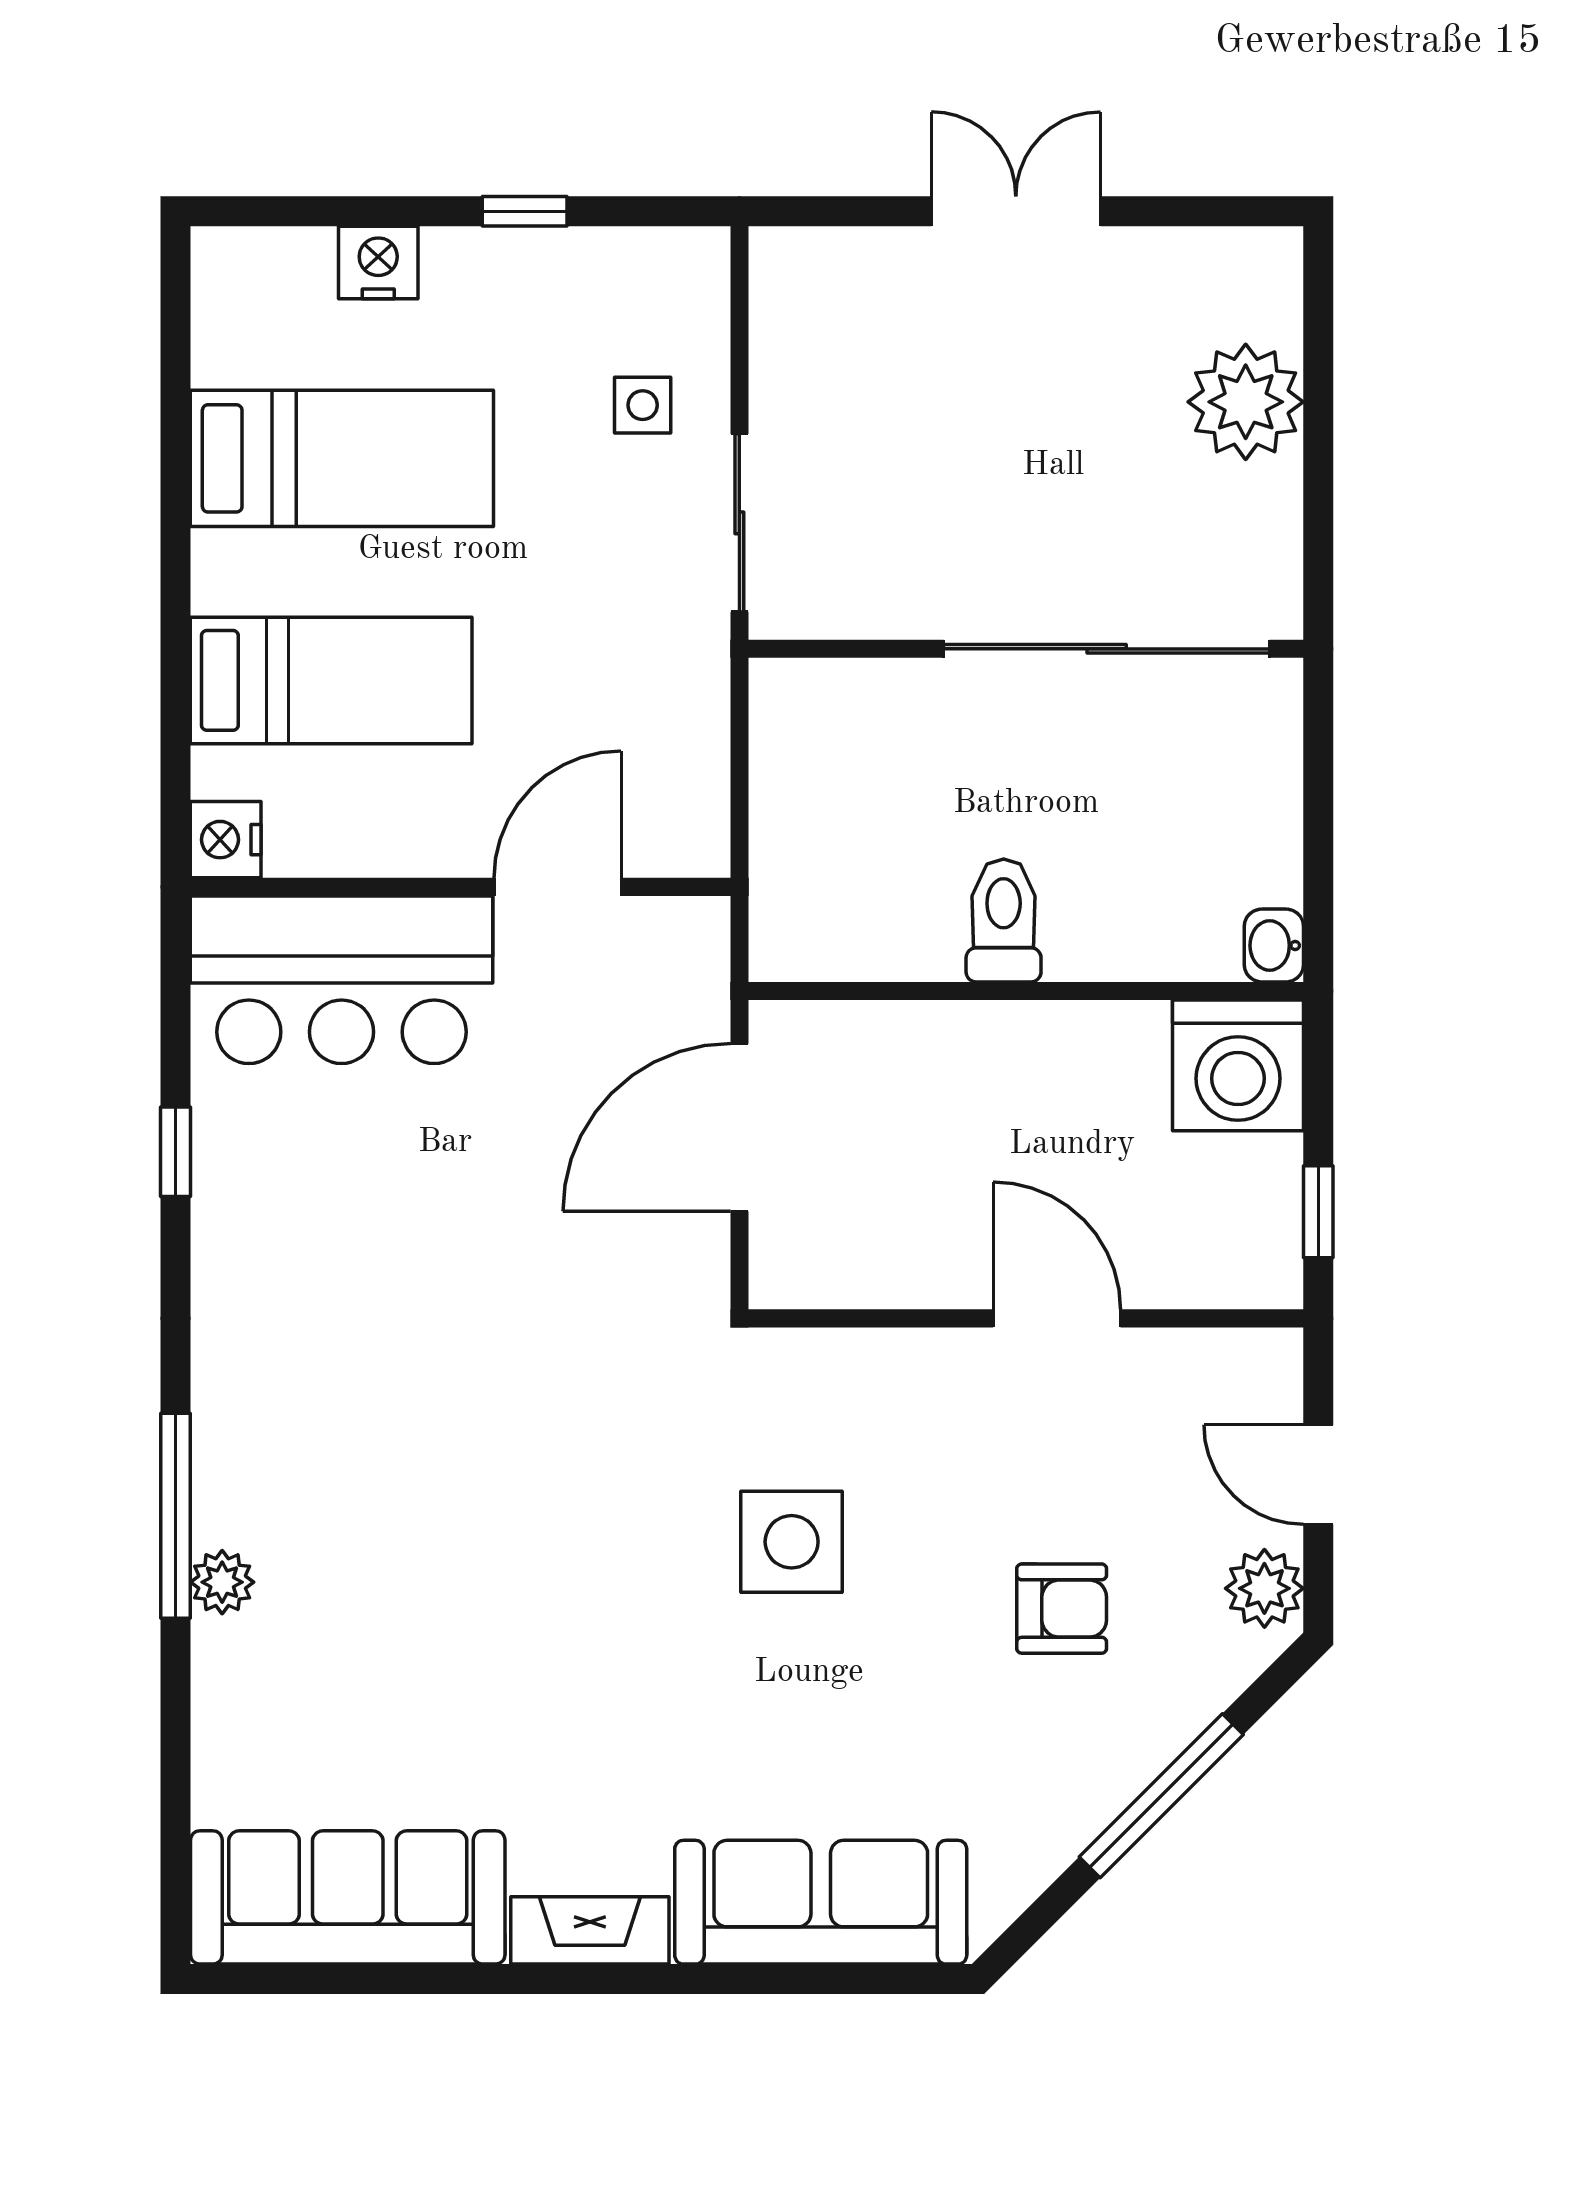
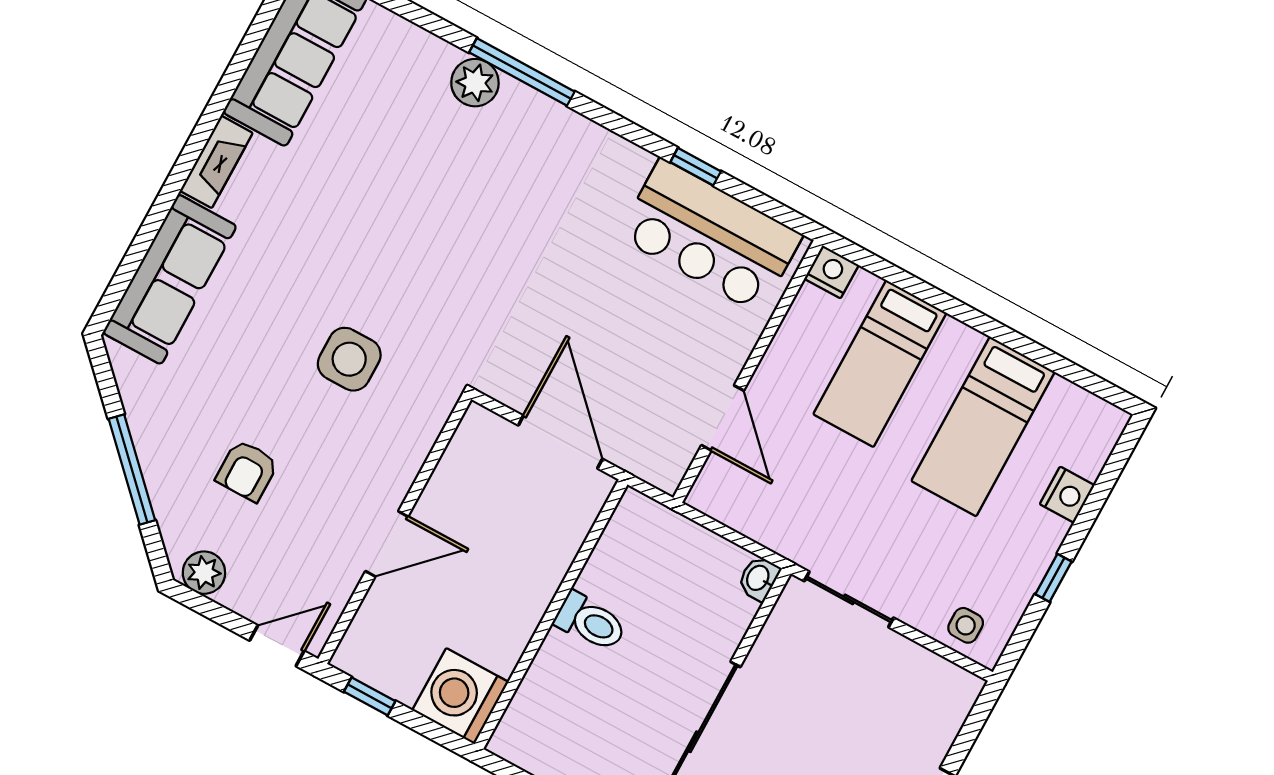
side table: (643, 405) -> (966, 625), moved
washbasin: (1274, 946) -> (759, 578), moved, turned -90
bar counter: (342, 980) -> (710, 236), moved, turned -90
door: (1318, 1475) -> (277, 646), moved
plant: (222, 1582) -> (475, 83), width x1.38, depth x1.38

